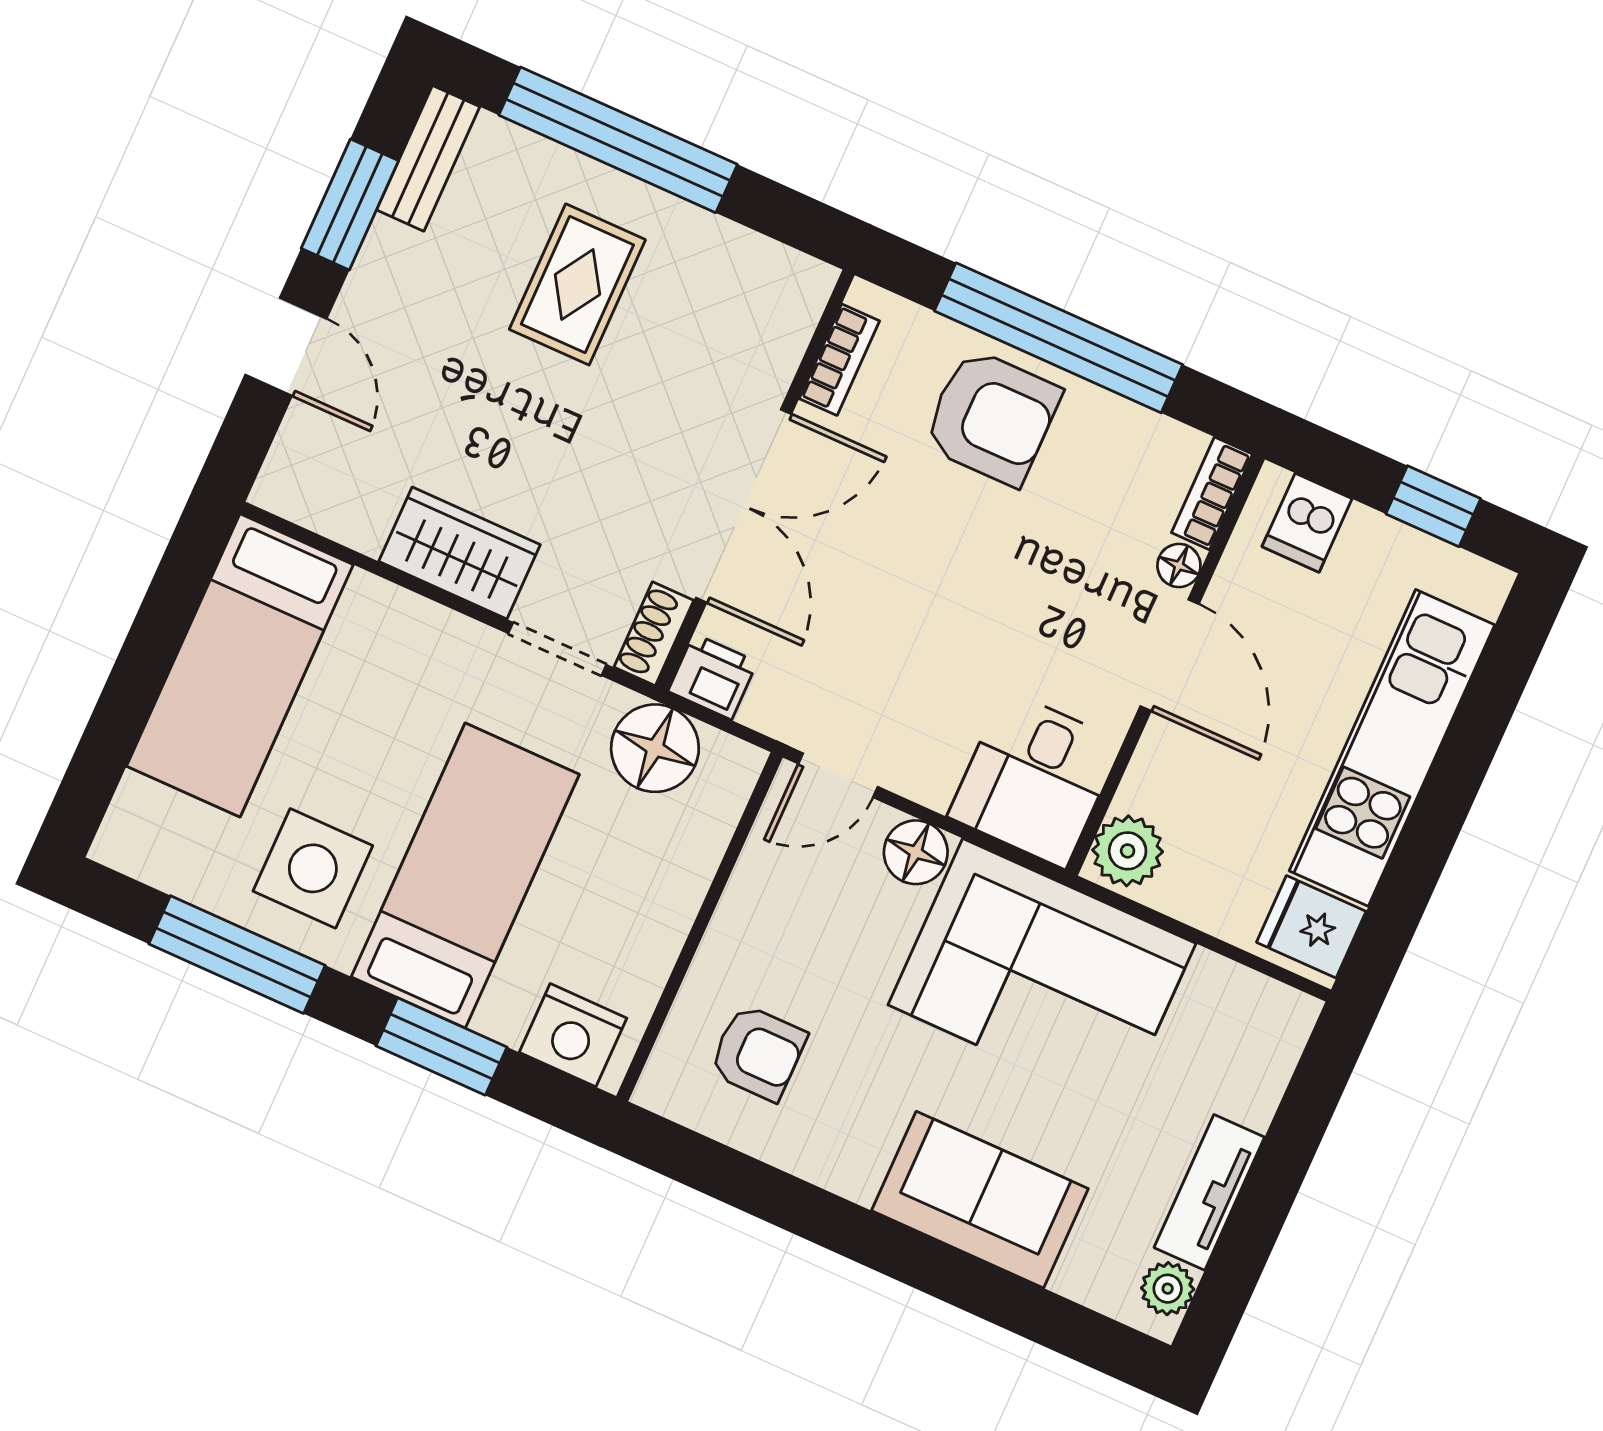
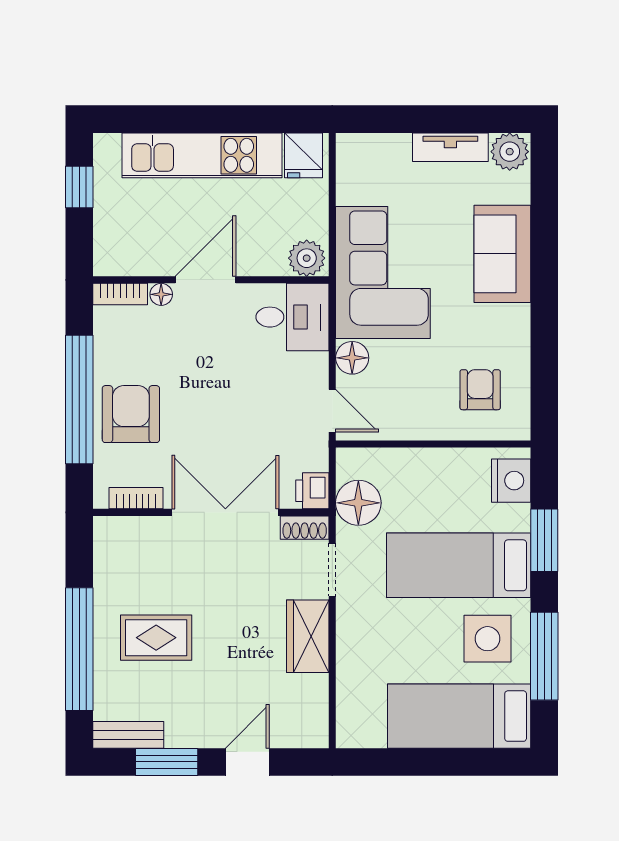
dishwasher: (1307, 523) -> (114, 243), removed
bed: (240, 665) -> (459, 716), moved, turned 180
plant: (1168, 1289) -> (510, 152), width x1.38, depth x1.38

